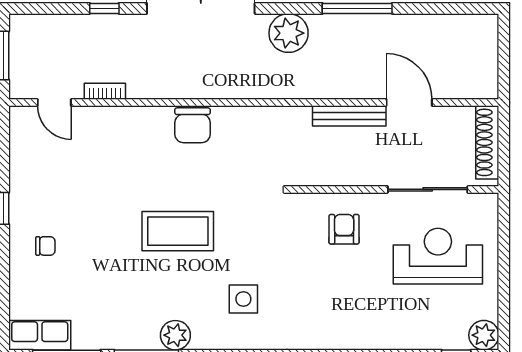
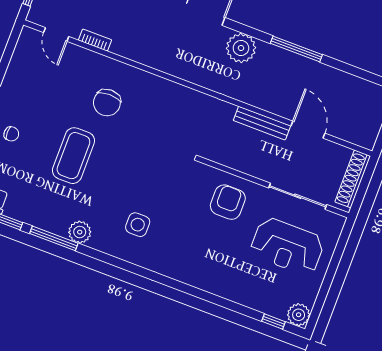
chair: (193, 125) -> (107, 103), moved
armchair: (344, 229) -> (228, 202), width x1.38, depth x1.38
coffee table: (178, 231) -> (73, 156), moved, turned 90
reception desk: (438, 256) -> (287, 246), turned 180

